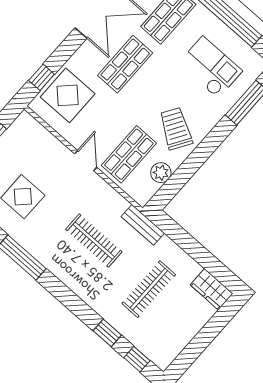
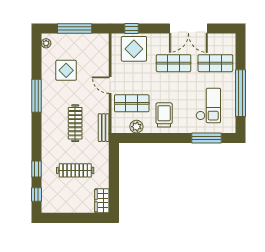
trolley: (176, 129) -> (164, 115), turned -32
door: (86, 161) -> (110, 85), swing flipped
bench: (143, 225) -> (104, 128), moved

